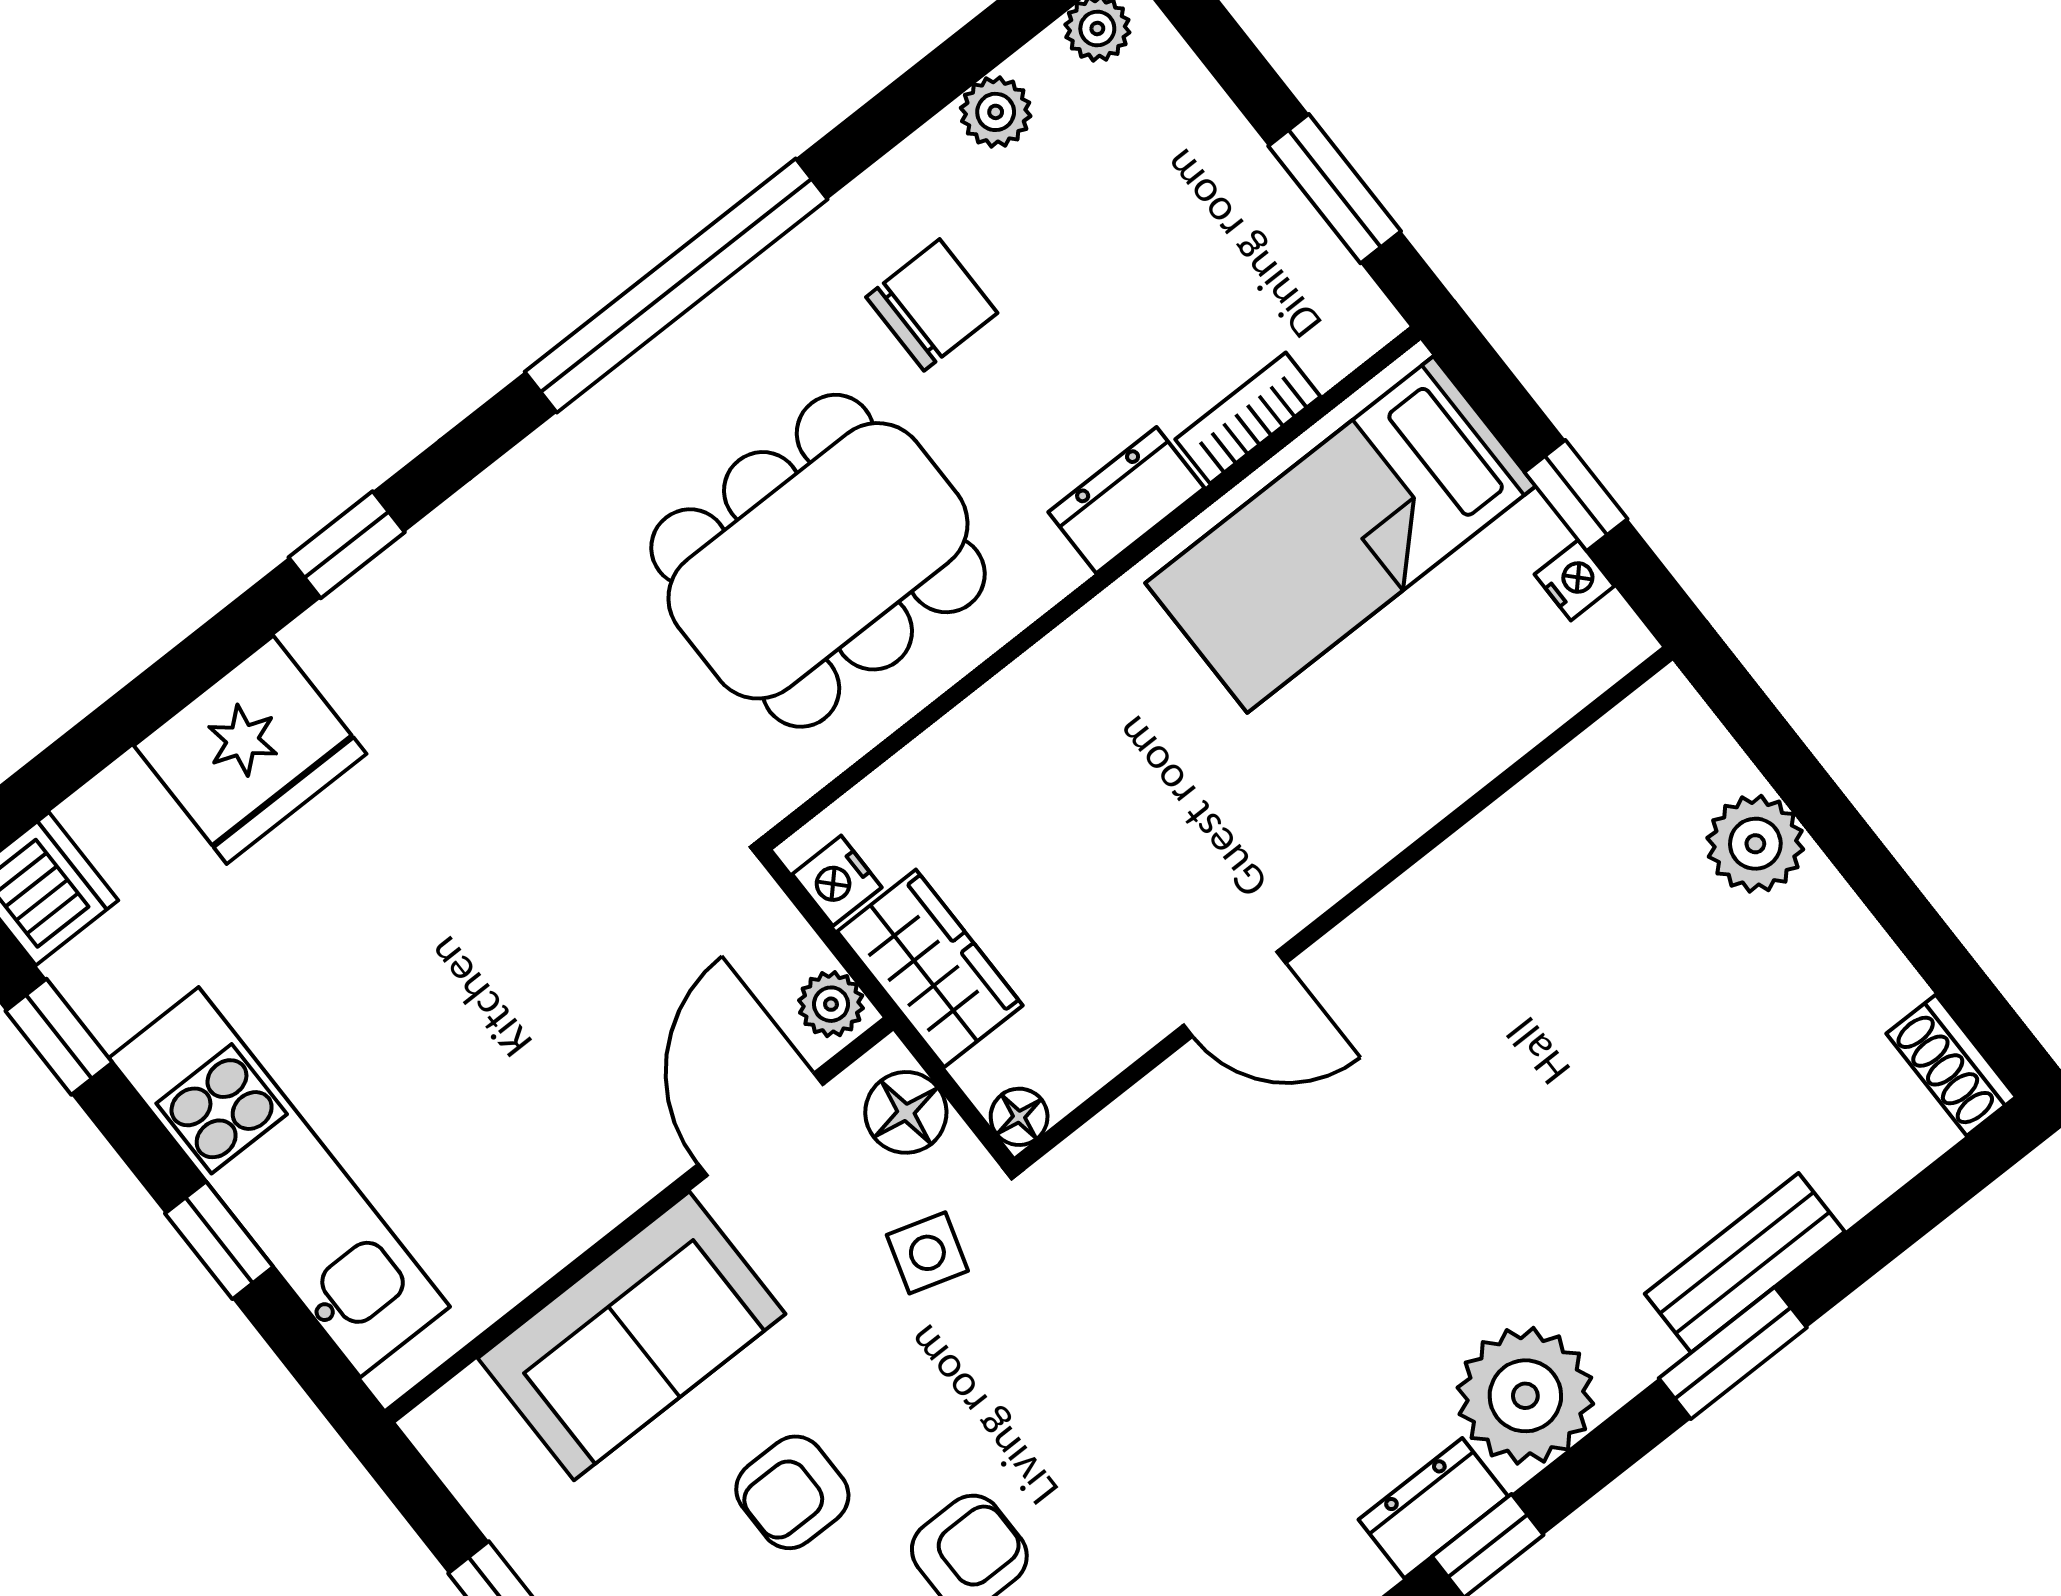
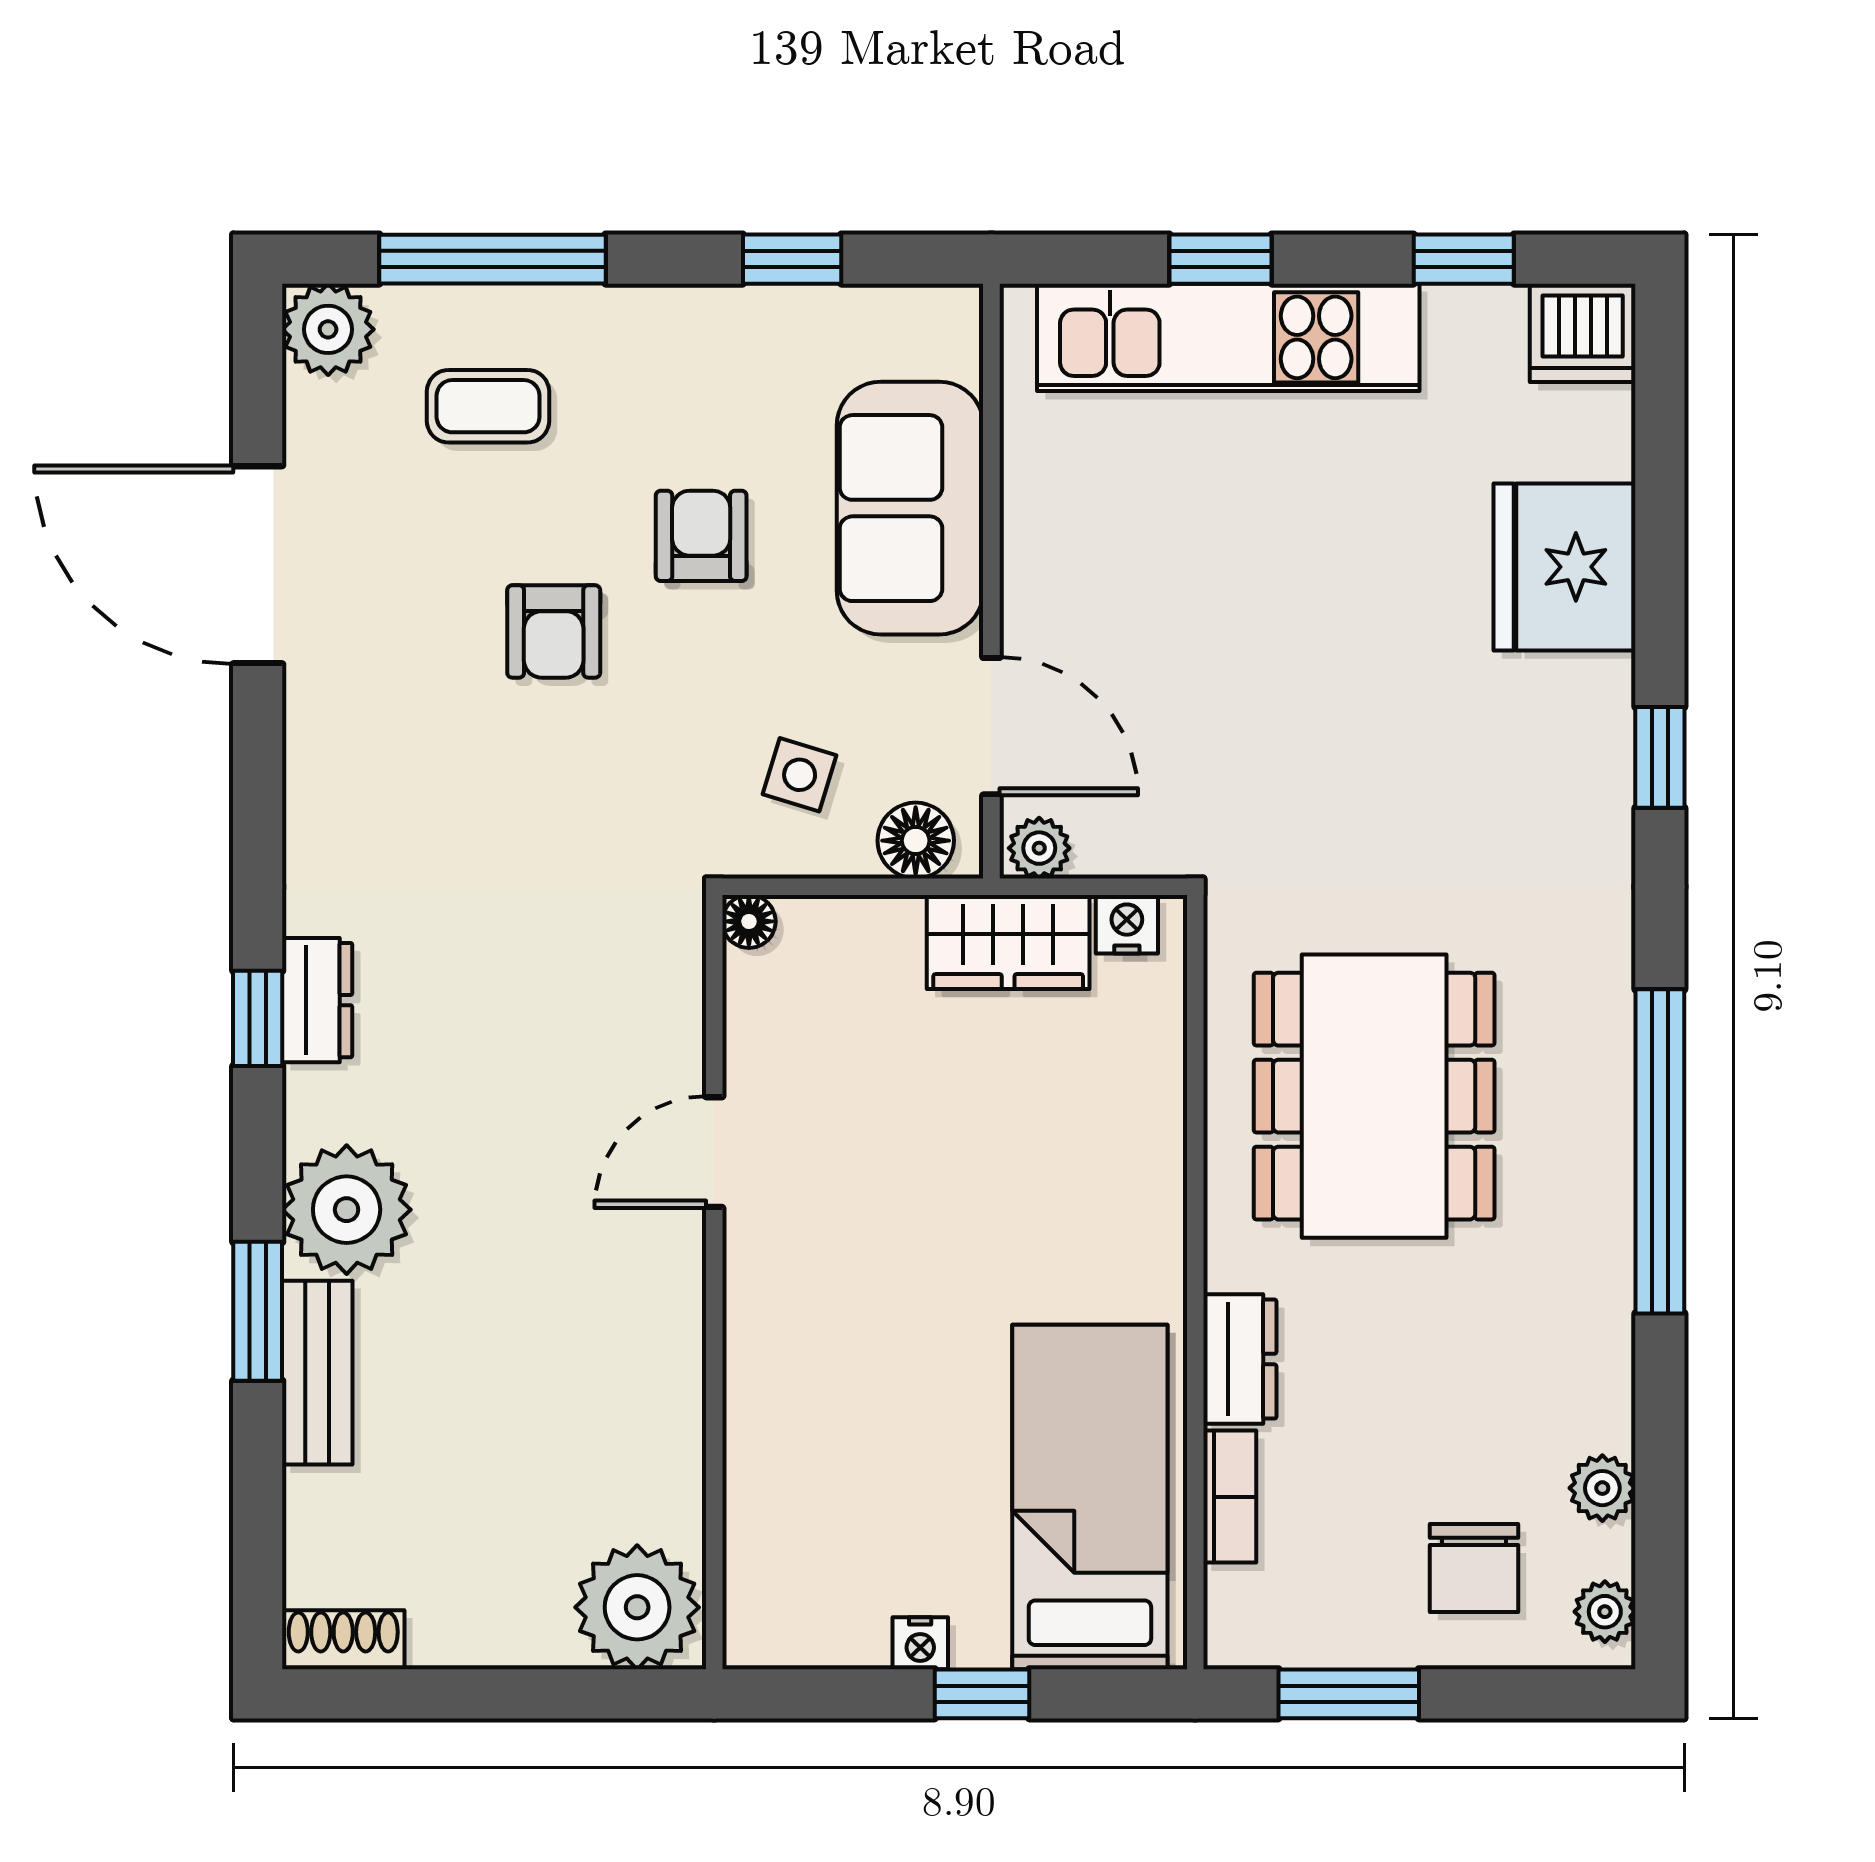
chair: (932, 305) -> (1474, 1568), moved
plant: (1755, 844) -> (637, 1607), width x1.36, depth x1.36
wall: (1344, 908) -> (714, 1282), moved
door: (1235, 994) -> (714, 1152), moved
floor lamp: (1019, 1117) -> (749, 921), moved
plant: (1525, 1396) -> (347, 1210), moved

